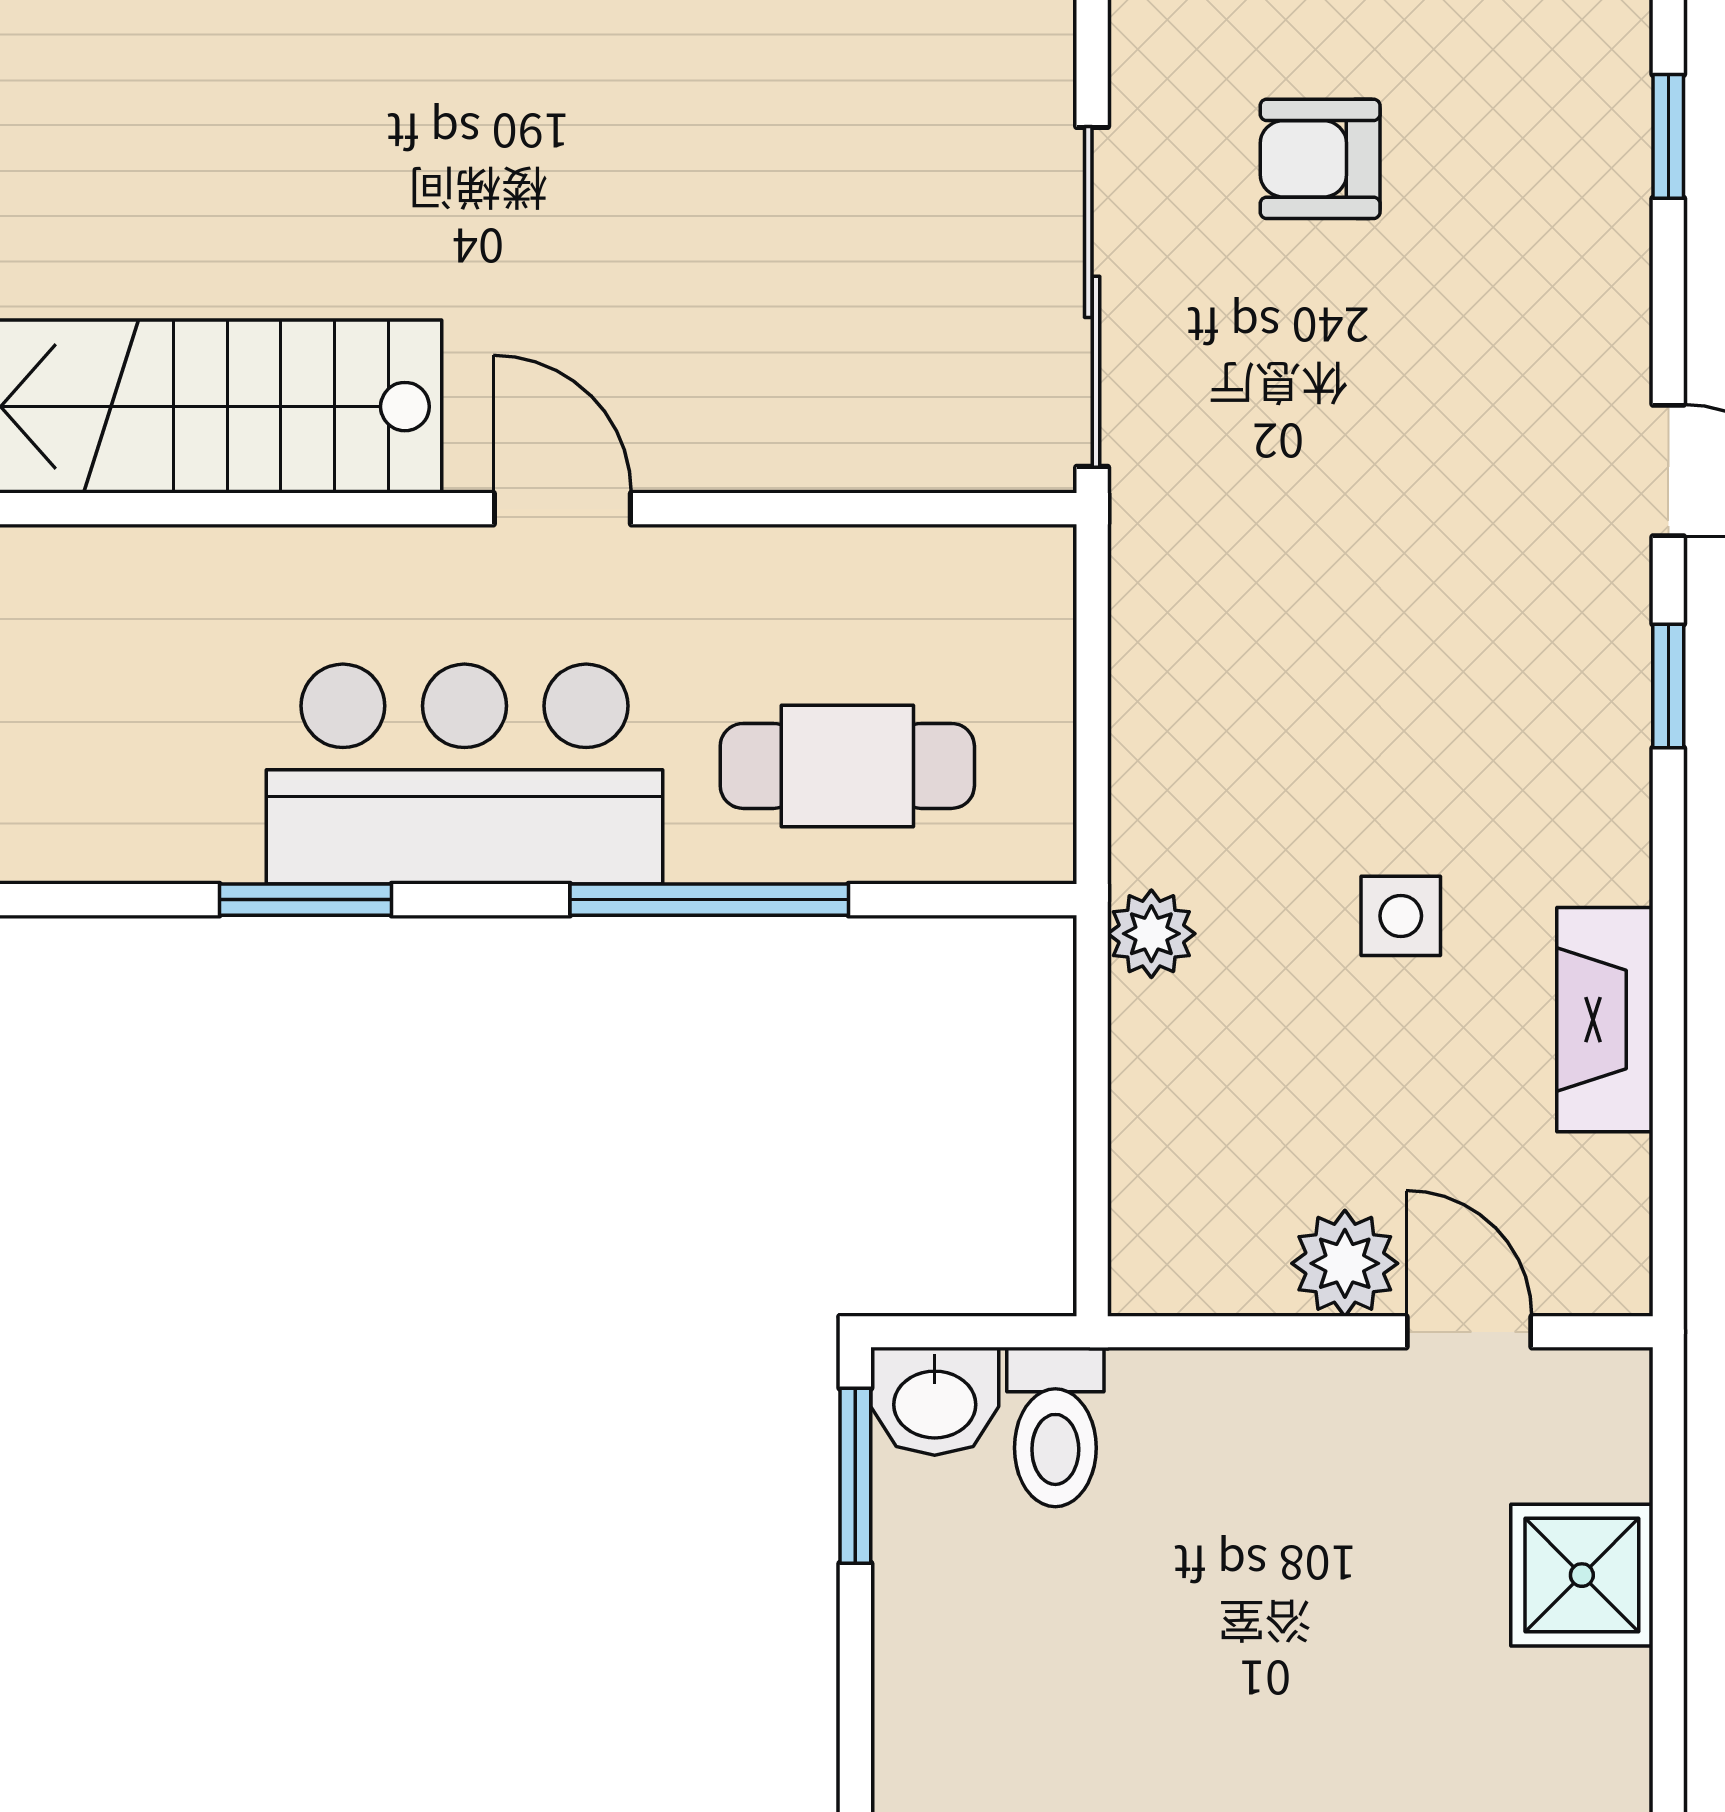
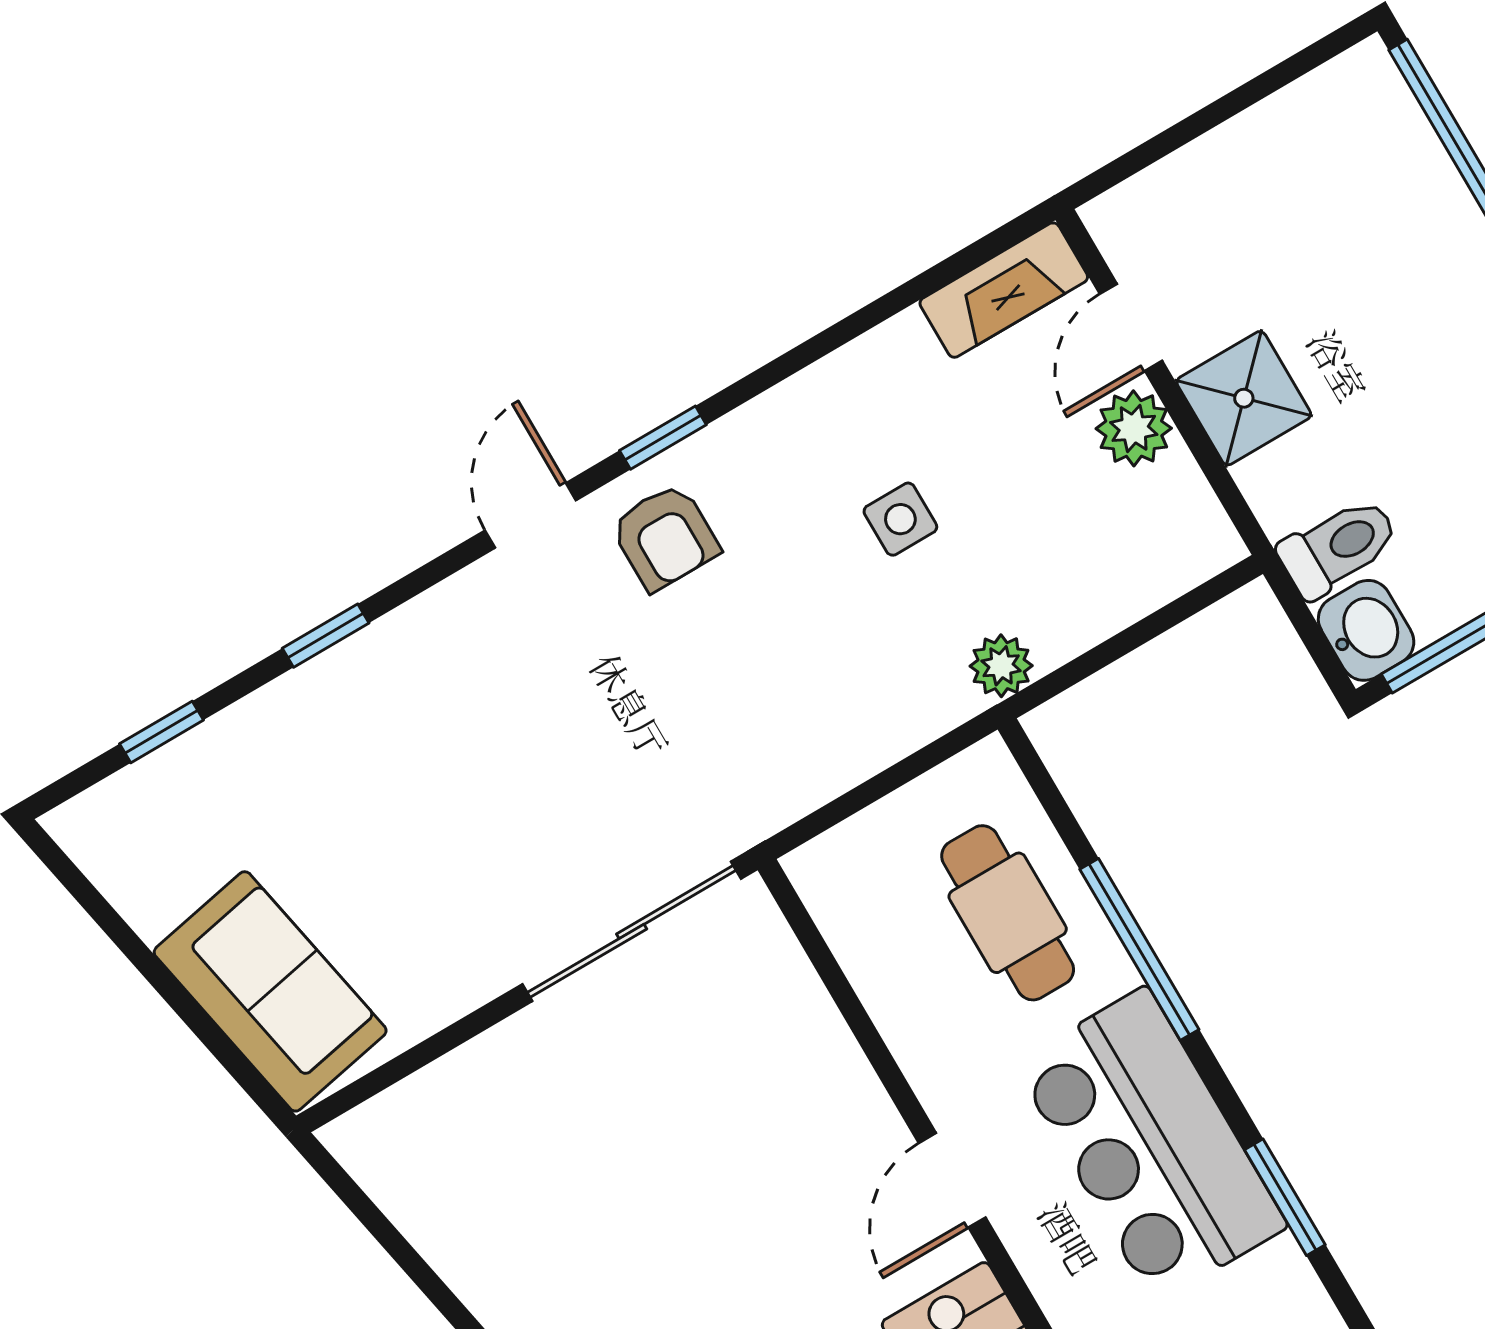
armchair: (1320, 159) -> (665, 537), moved
fireplace: (1605, 1020) -> (1004, 290), moved
shower: (1582, 1575) -> (1244, 398), moved

